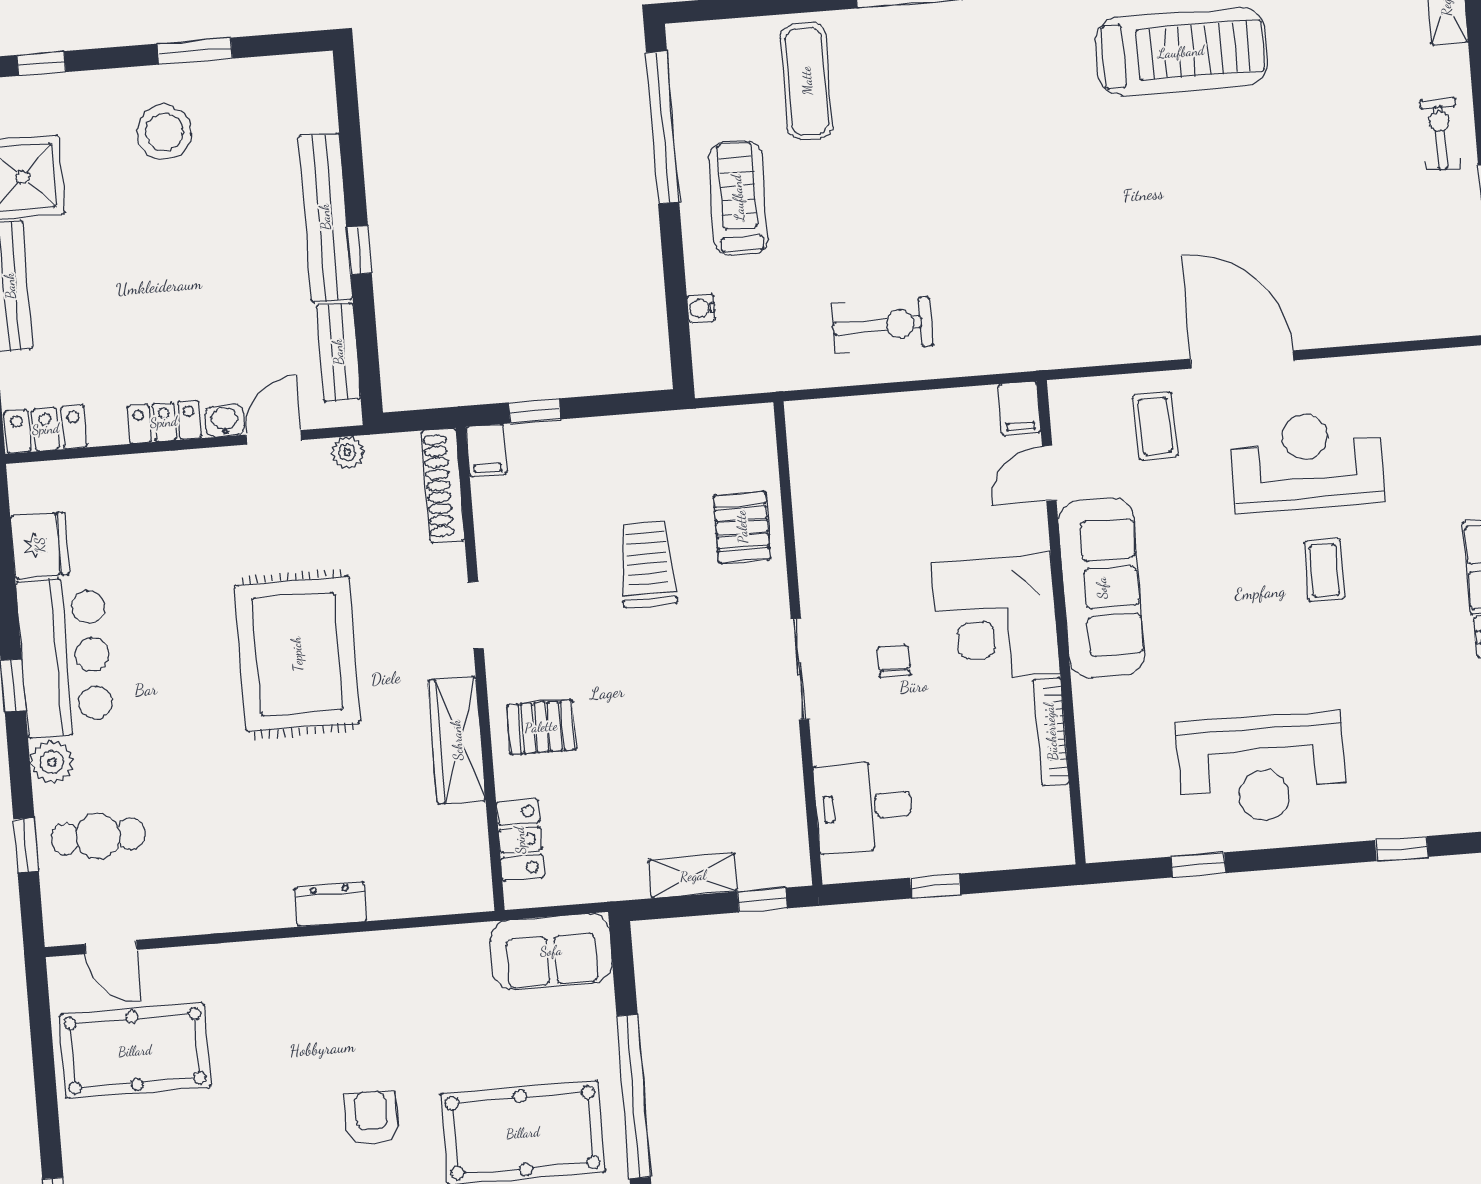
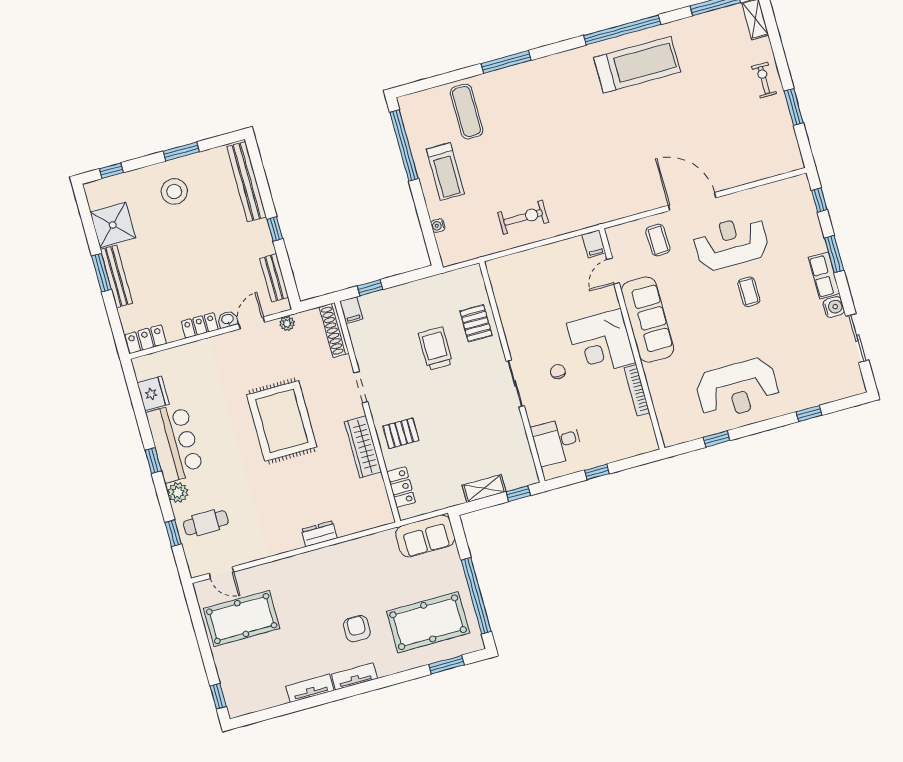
treadmill: (738, 198) -> (445, 172), turned 180
bench: (325, 217) -> (247, 182), moved

